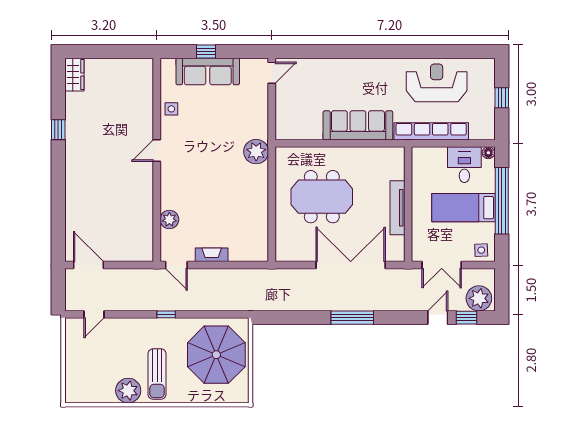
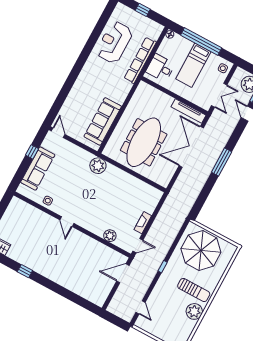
window: (206, 51) -> (32, 152), moved
sofa: (358, 125) -> (103, 121), moved
desk: (464, 165) -> (160, 68), moved
meeting table: (322, 197) -> (144, 142), width x1.36
tv unit: (398, 208) -> (188, 111), moved
door: (89, 265) -> (123, 273), moved

